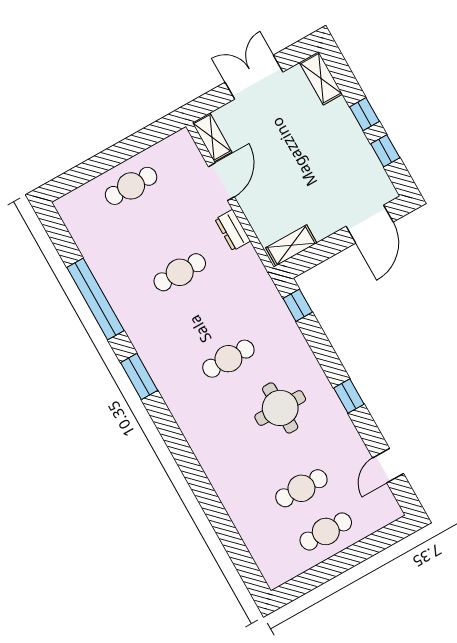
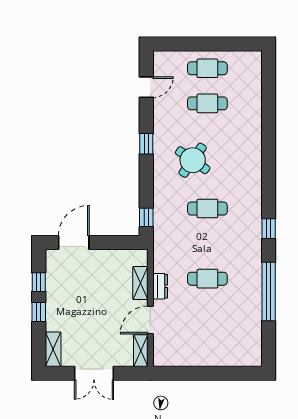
cafe table: (131, 186) -> (207, 349), removed
shelving: (291, 245) -> (140, 283), moved, turned 90
window: (139, 377) -> (269, 229), width x0.67
round table: (280, 408) -> (193, 160), turned 35

